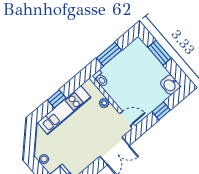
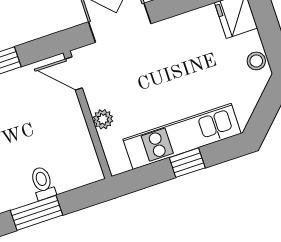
window: (109, 54) -> (37, 213), moved
toilet: (101, 79) -> (43, 183), moved

